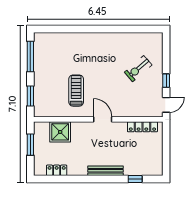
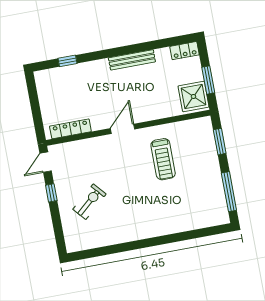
door: (103, 119) -> (123, 129), swing flipped
shower: (60, 132) -> (193, 96), moved
locker: (57, 170) -> (185, 51), moved
bench: (106, 171) -> (132, 60), moved

